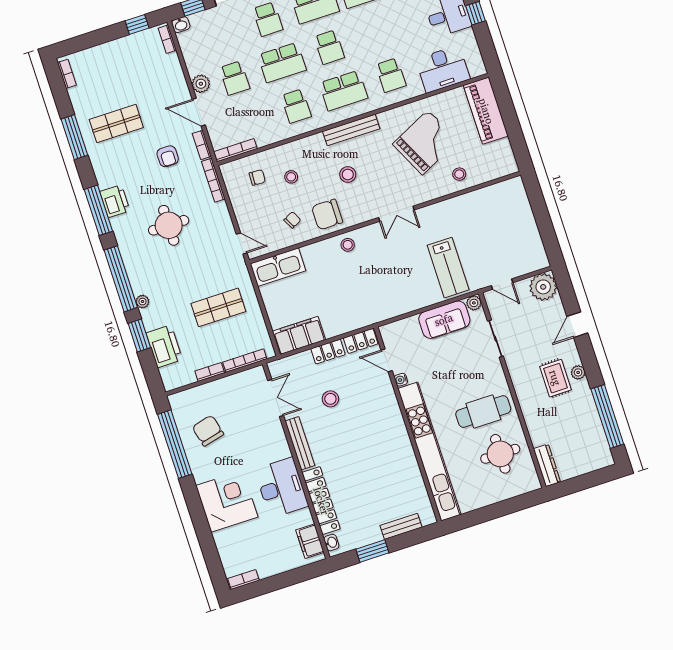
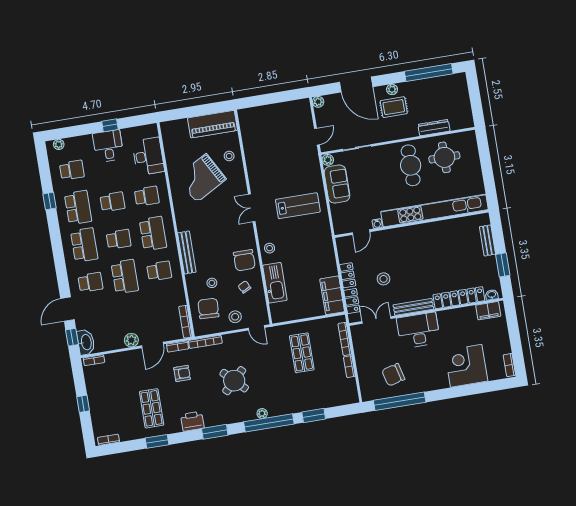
window: (137, 24) -> (83, 404), moved
washbasin: (181, 25) -> (86, 342), width x1.91, depth x1.45
school desk: (235, 78) -> (112, 202), moved
piano: (486, 111) -> (212, 124), moved
bench: (351, 130) -> (187, 253), moved
window: (74, 137) -> (157, 441), width x0.69
grand piano: (425, 142) -> (201, 178), turned -93
stool: (348, 175) -> (235, 317), moved
chair: (257, 177) -> (208, 308), width x1.87, depth x1.87
printer: (115, 201) -> (192, 421), moved
window: (98, 210) -> (215, 432), width x0.69
double door: (396, 214) -> (252, 208), swing flipped
round table: (169, 225) -> (234, 381), turned 45
door: (242, 244) -> (256, 328), swing flipped
kitchen sink: (278, 267) -> (275, 283), moved
lab bench: (448, 268) -> (298, 206), moved
plant: (543, 287) -> (318, 102), width x0.53, depth x0.53
plant: (142, 302) -> (262, 414), moved
door: (577, 325) -> (356, 85), width x1.87
locker: (361, 341) -> (352, 301), moved
printer: (164, 346) -> (325, 398), removed
dresser: (547, 465) -> (434, 128), moved
desk: (281, 488) -> (418, 330), moved
corner desk: (227, 501) -> (466, 366), moved

